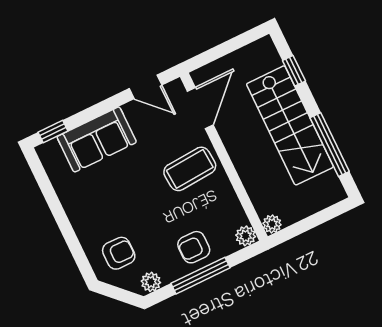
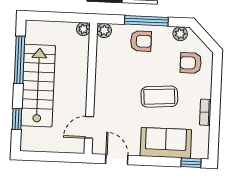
door: (200, 108) -> (89, 127), width x0.73
coffee table: (190, 169) -> (159, 97), moved
bookcase: (68, 203) -> (205, 112), added

